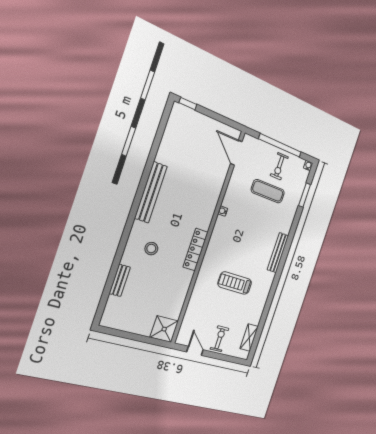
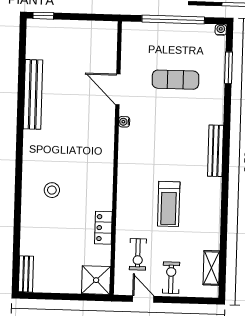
door: (236, 153) -> (118, 89), moved
exercise bike: (279, 166) -> (138, 254), moved
bench: (151, 192) -> (33, 94), moved
locker: (196, 250) -> (103, 228), moved, width x0.66
bench: (120, 280) -> (26, 274), moved
treadmill: (235, 283) -> (169, 204), turned -90

